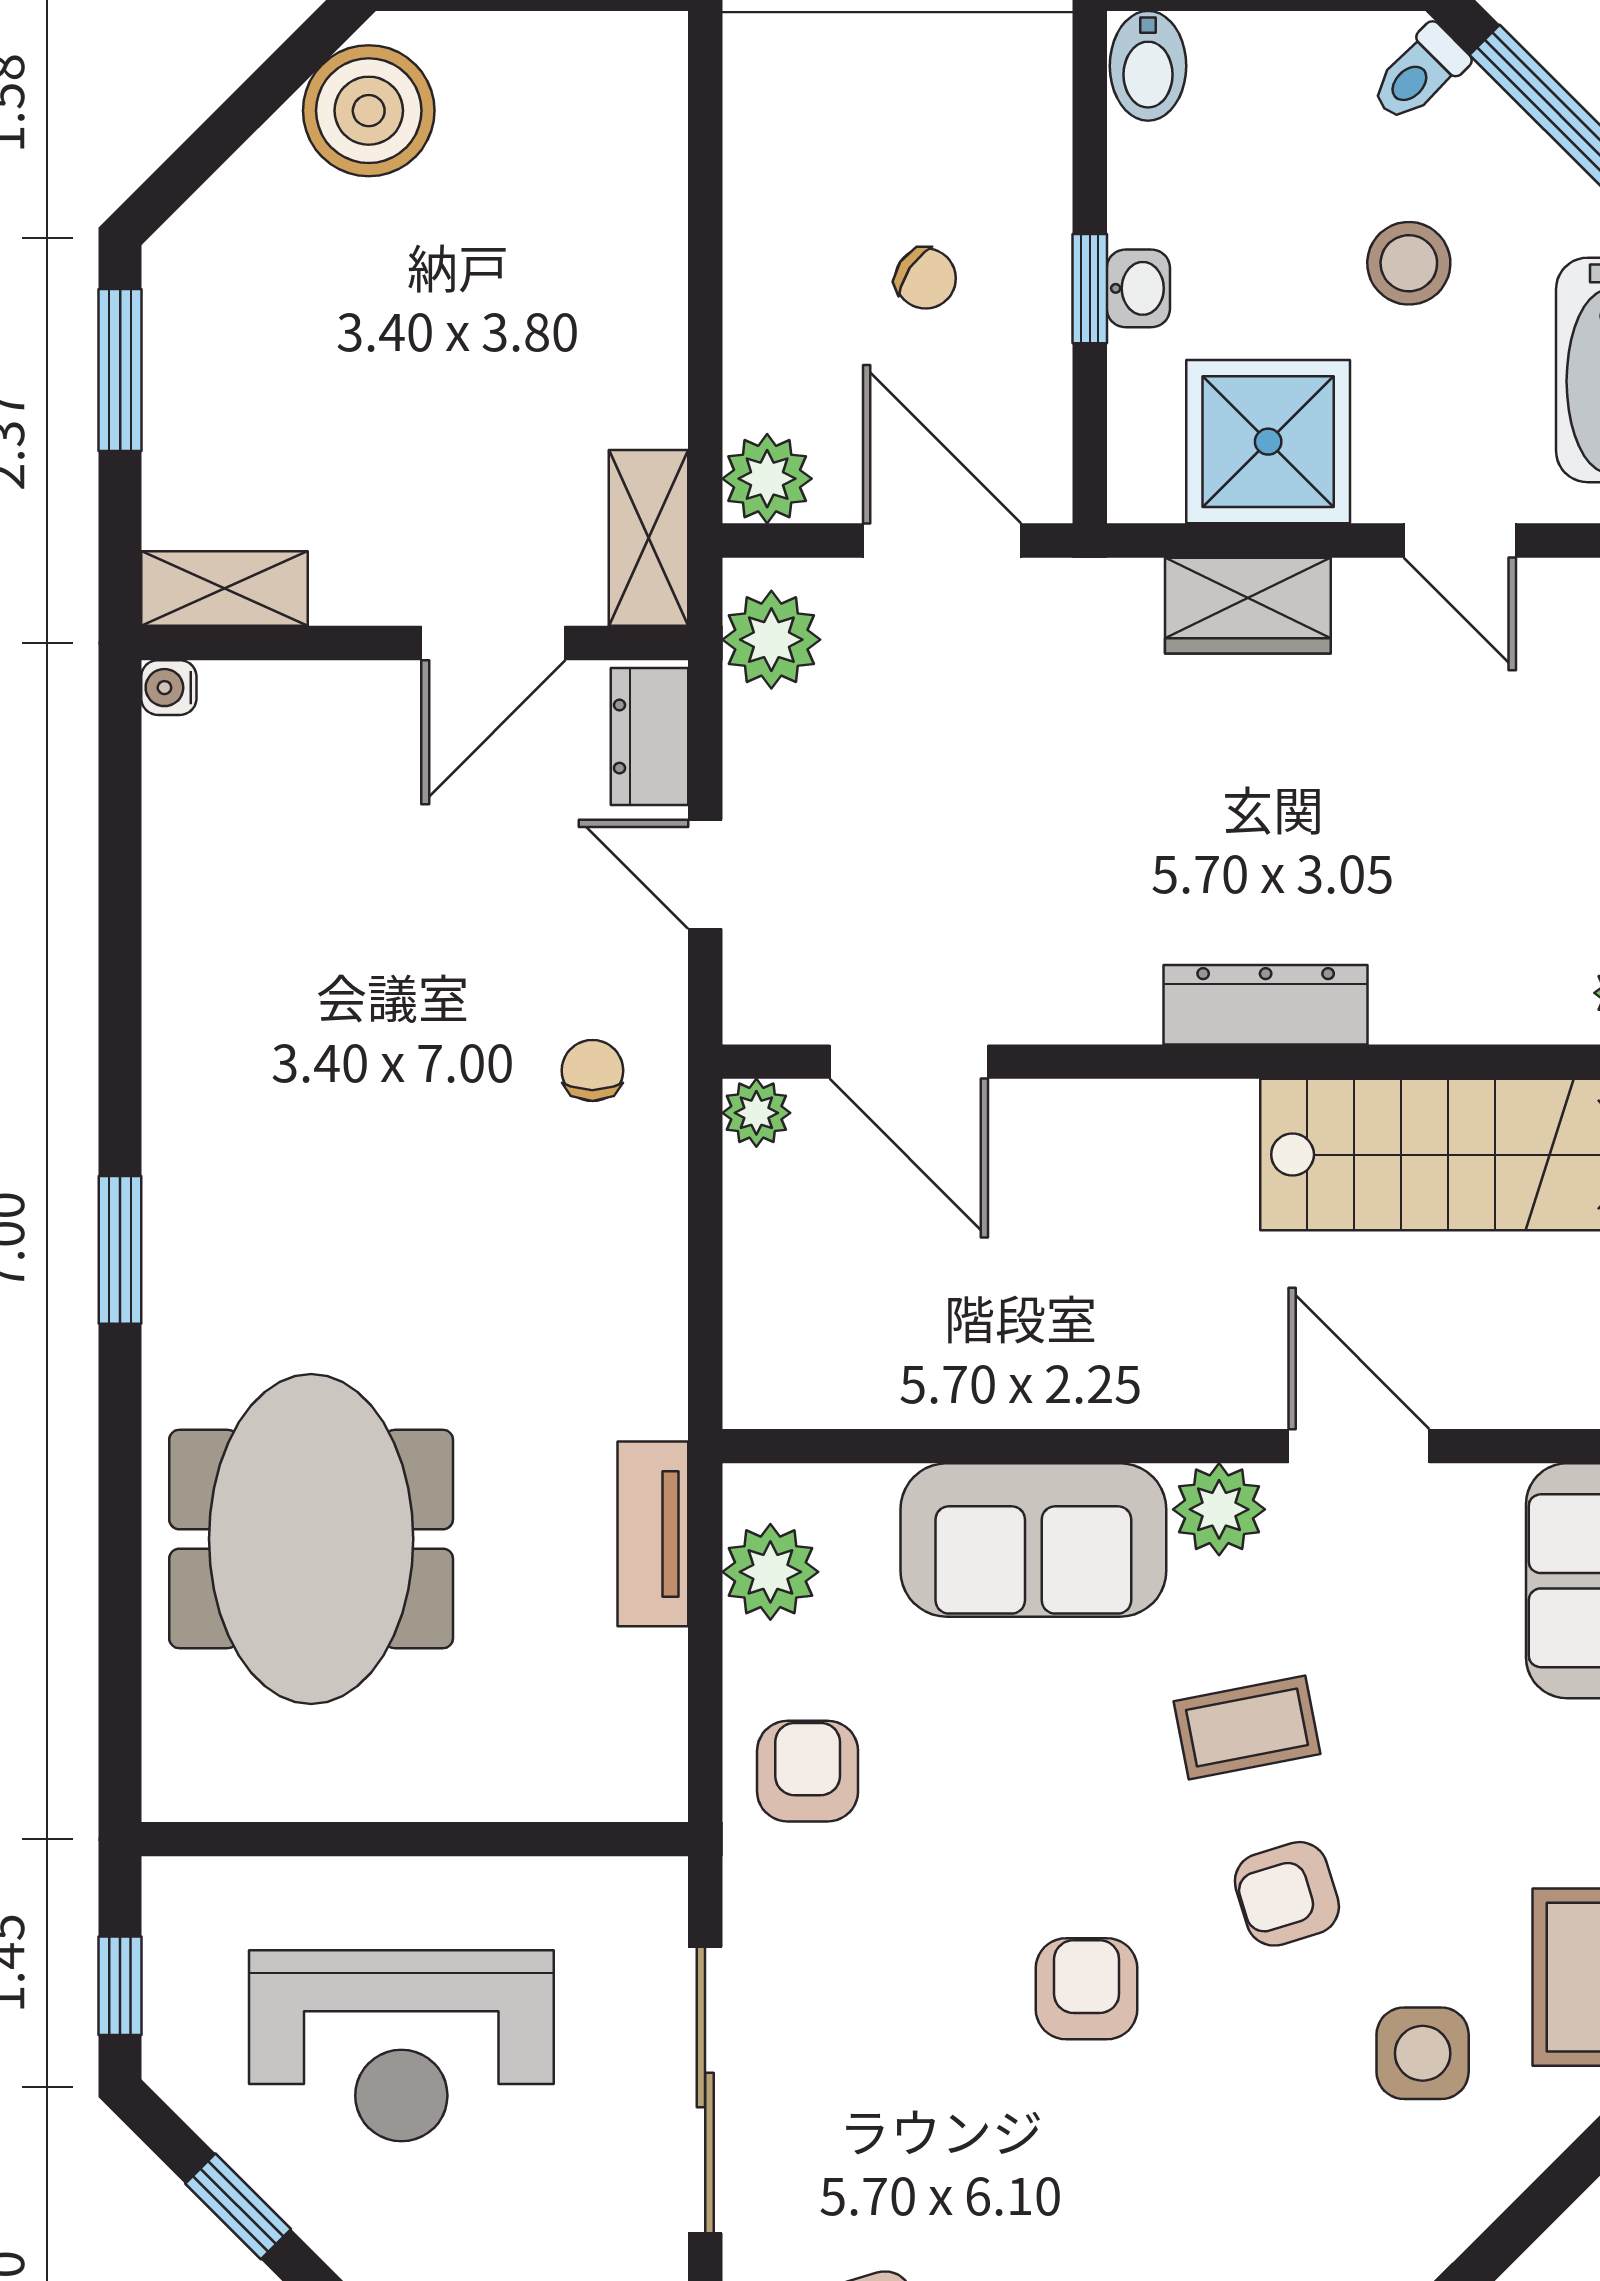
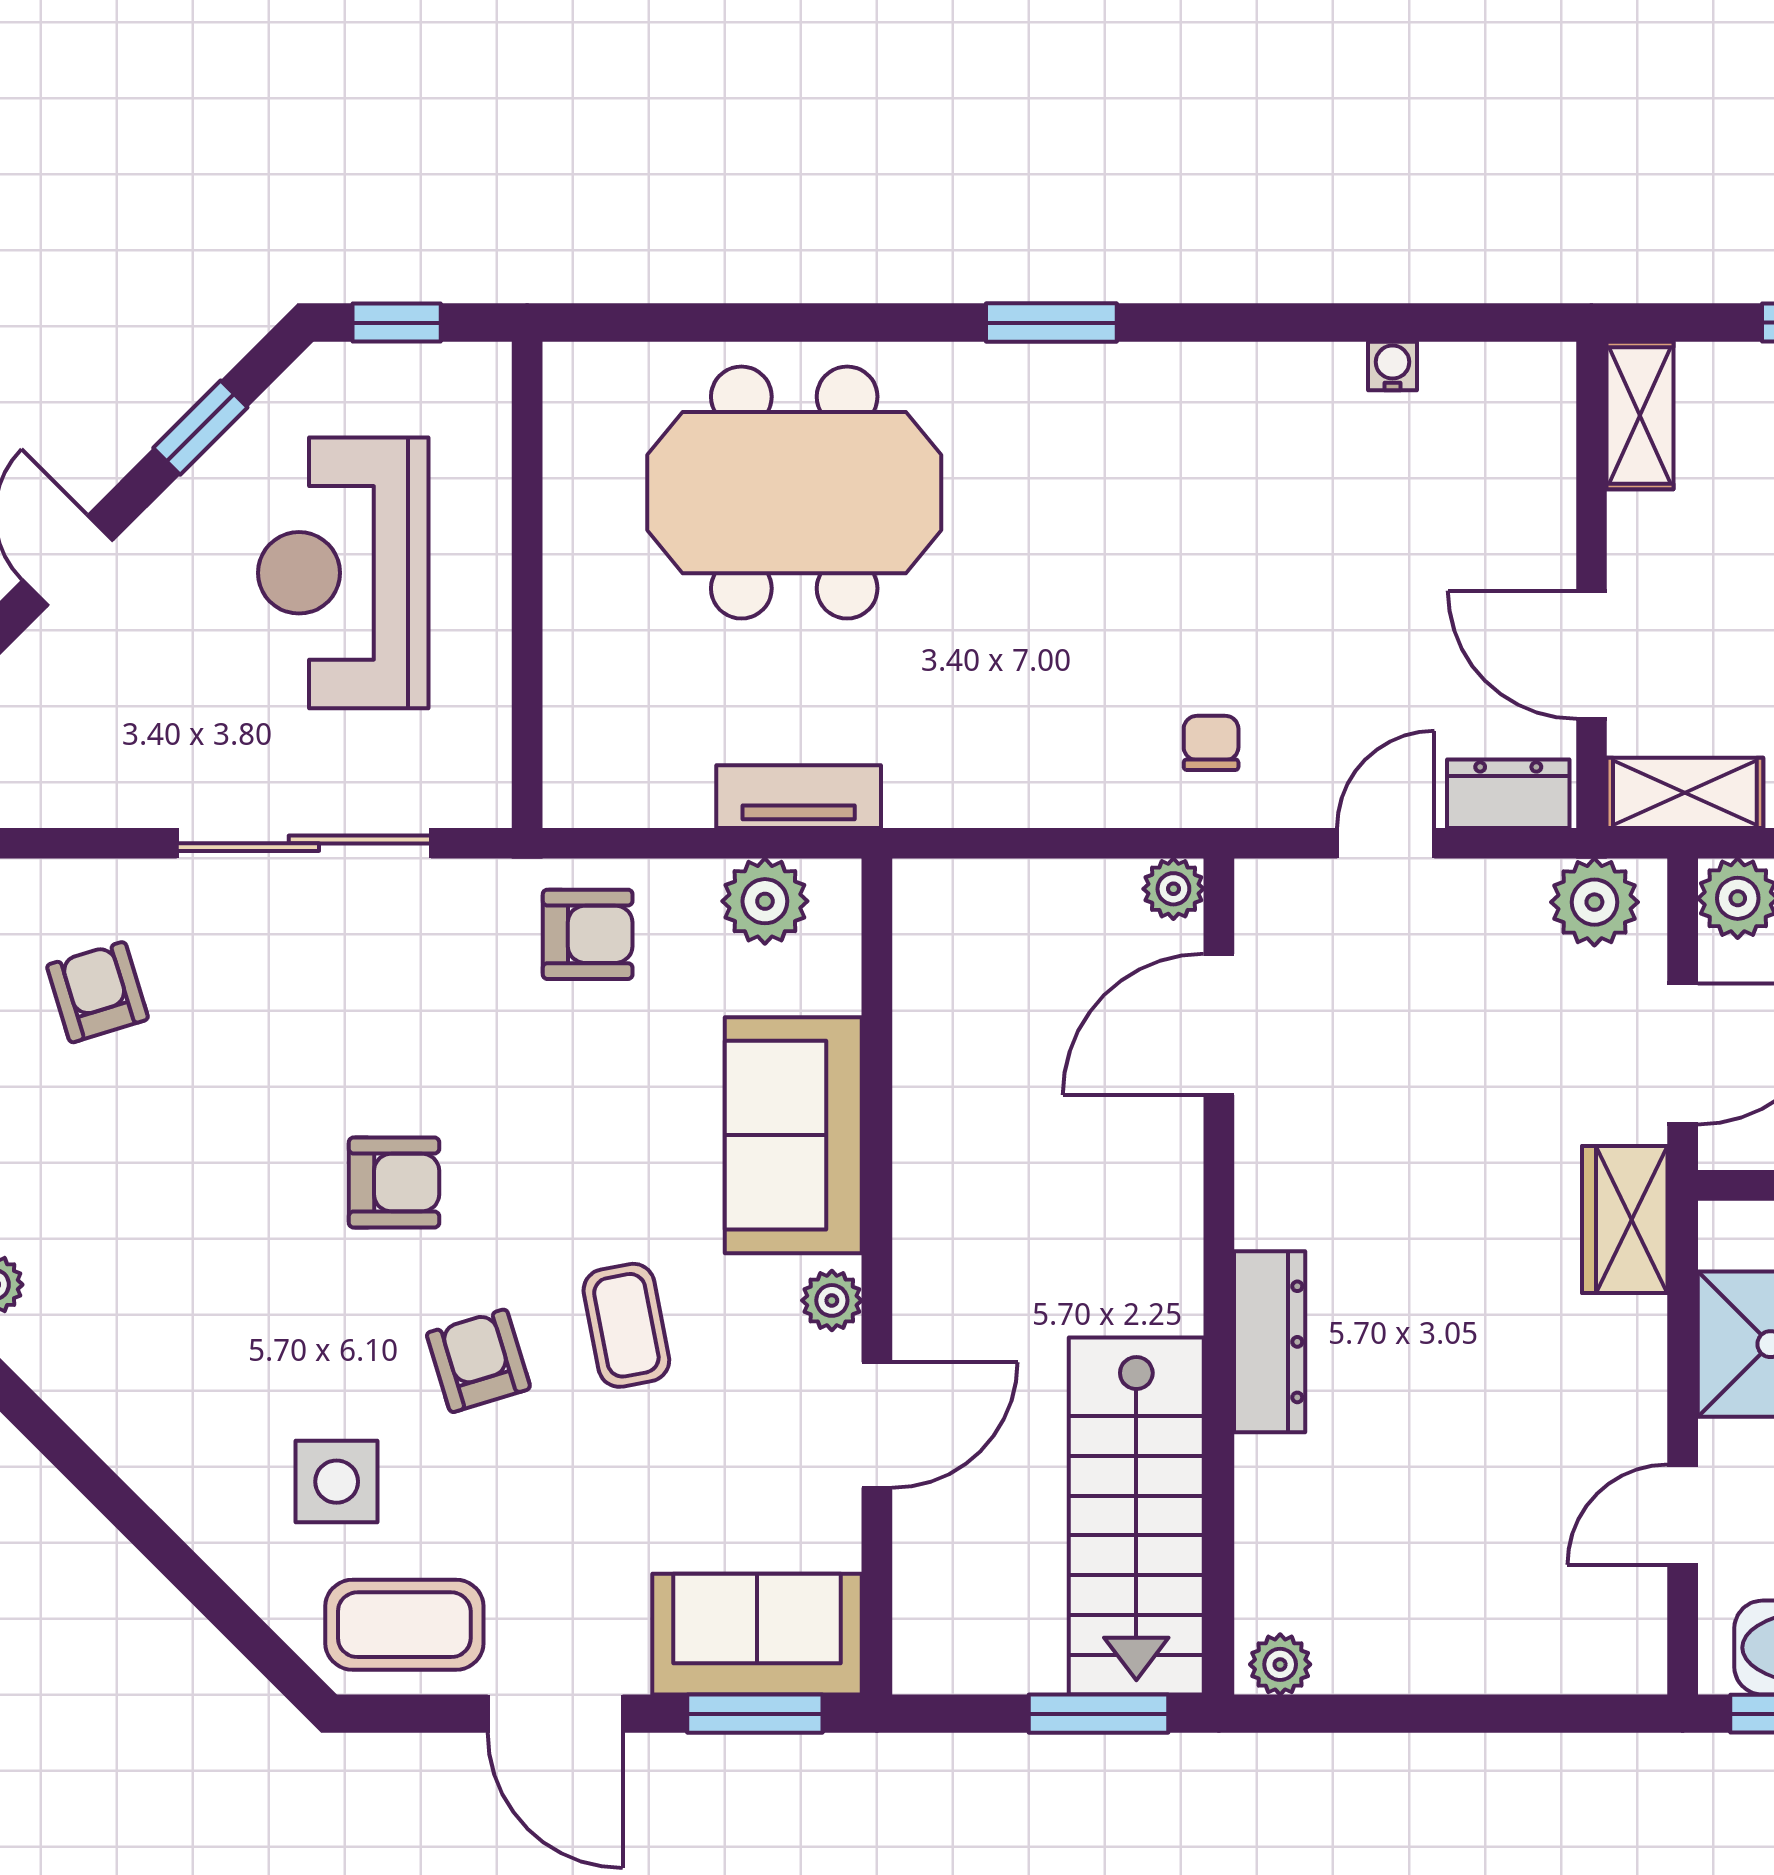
wardrobe: (1248, 606) -> (1625, 1220), moved
water cooler: (169, 688) -> (1393, 366), moved
chair: (592, 1070) -> (1211, 743), turned -90
plant: (1219, 1509) -> (832, 1300), width x0.73, depth x0.73

